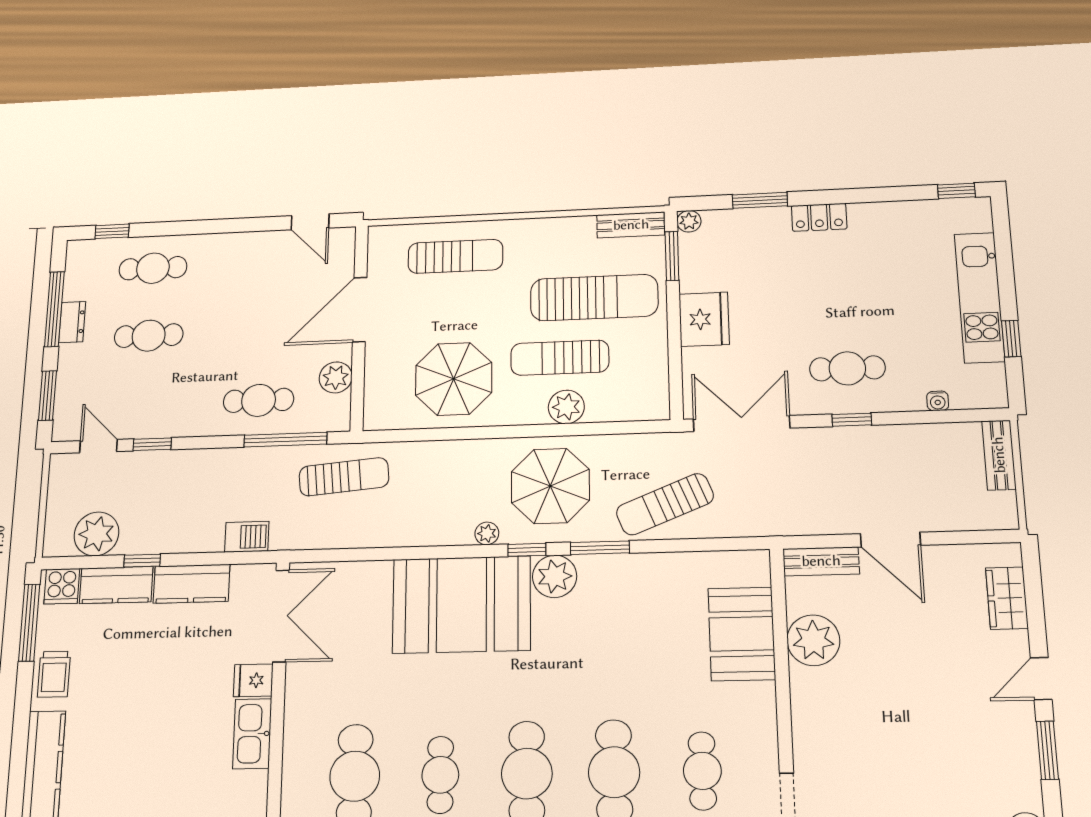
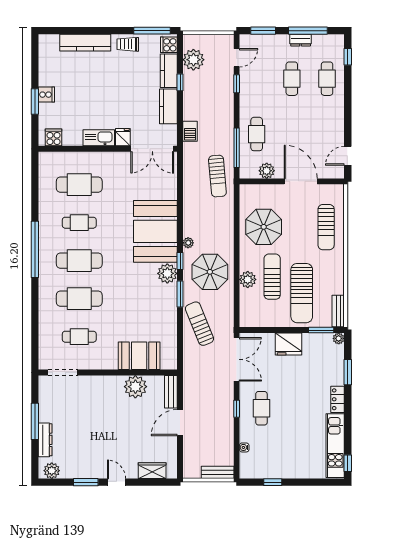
kitchen unit: (979, 297) -> (335, 446), moved, turned -90

